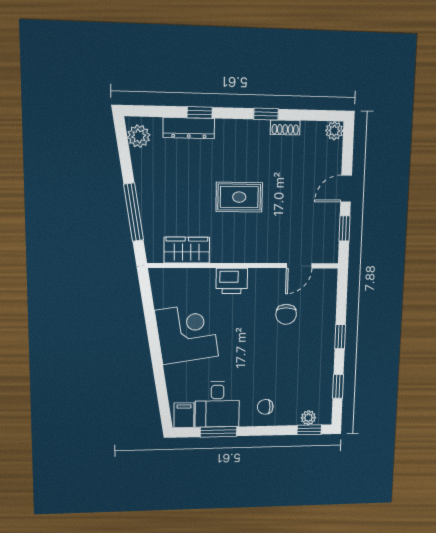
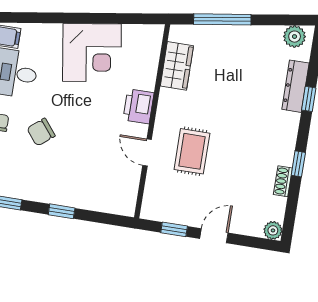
door: (346, 189) -> (214, 236), hinge flipped
rug: (239, 197) -> (192, 151), moved
door: (299, 266) -> (147, 153), moved
chair: (286, 314) -> (41, 132), moved, turned -39

